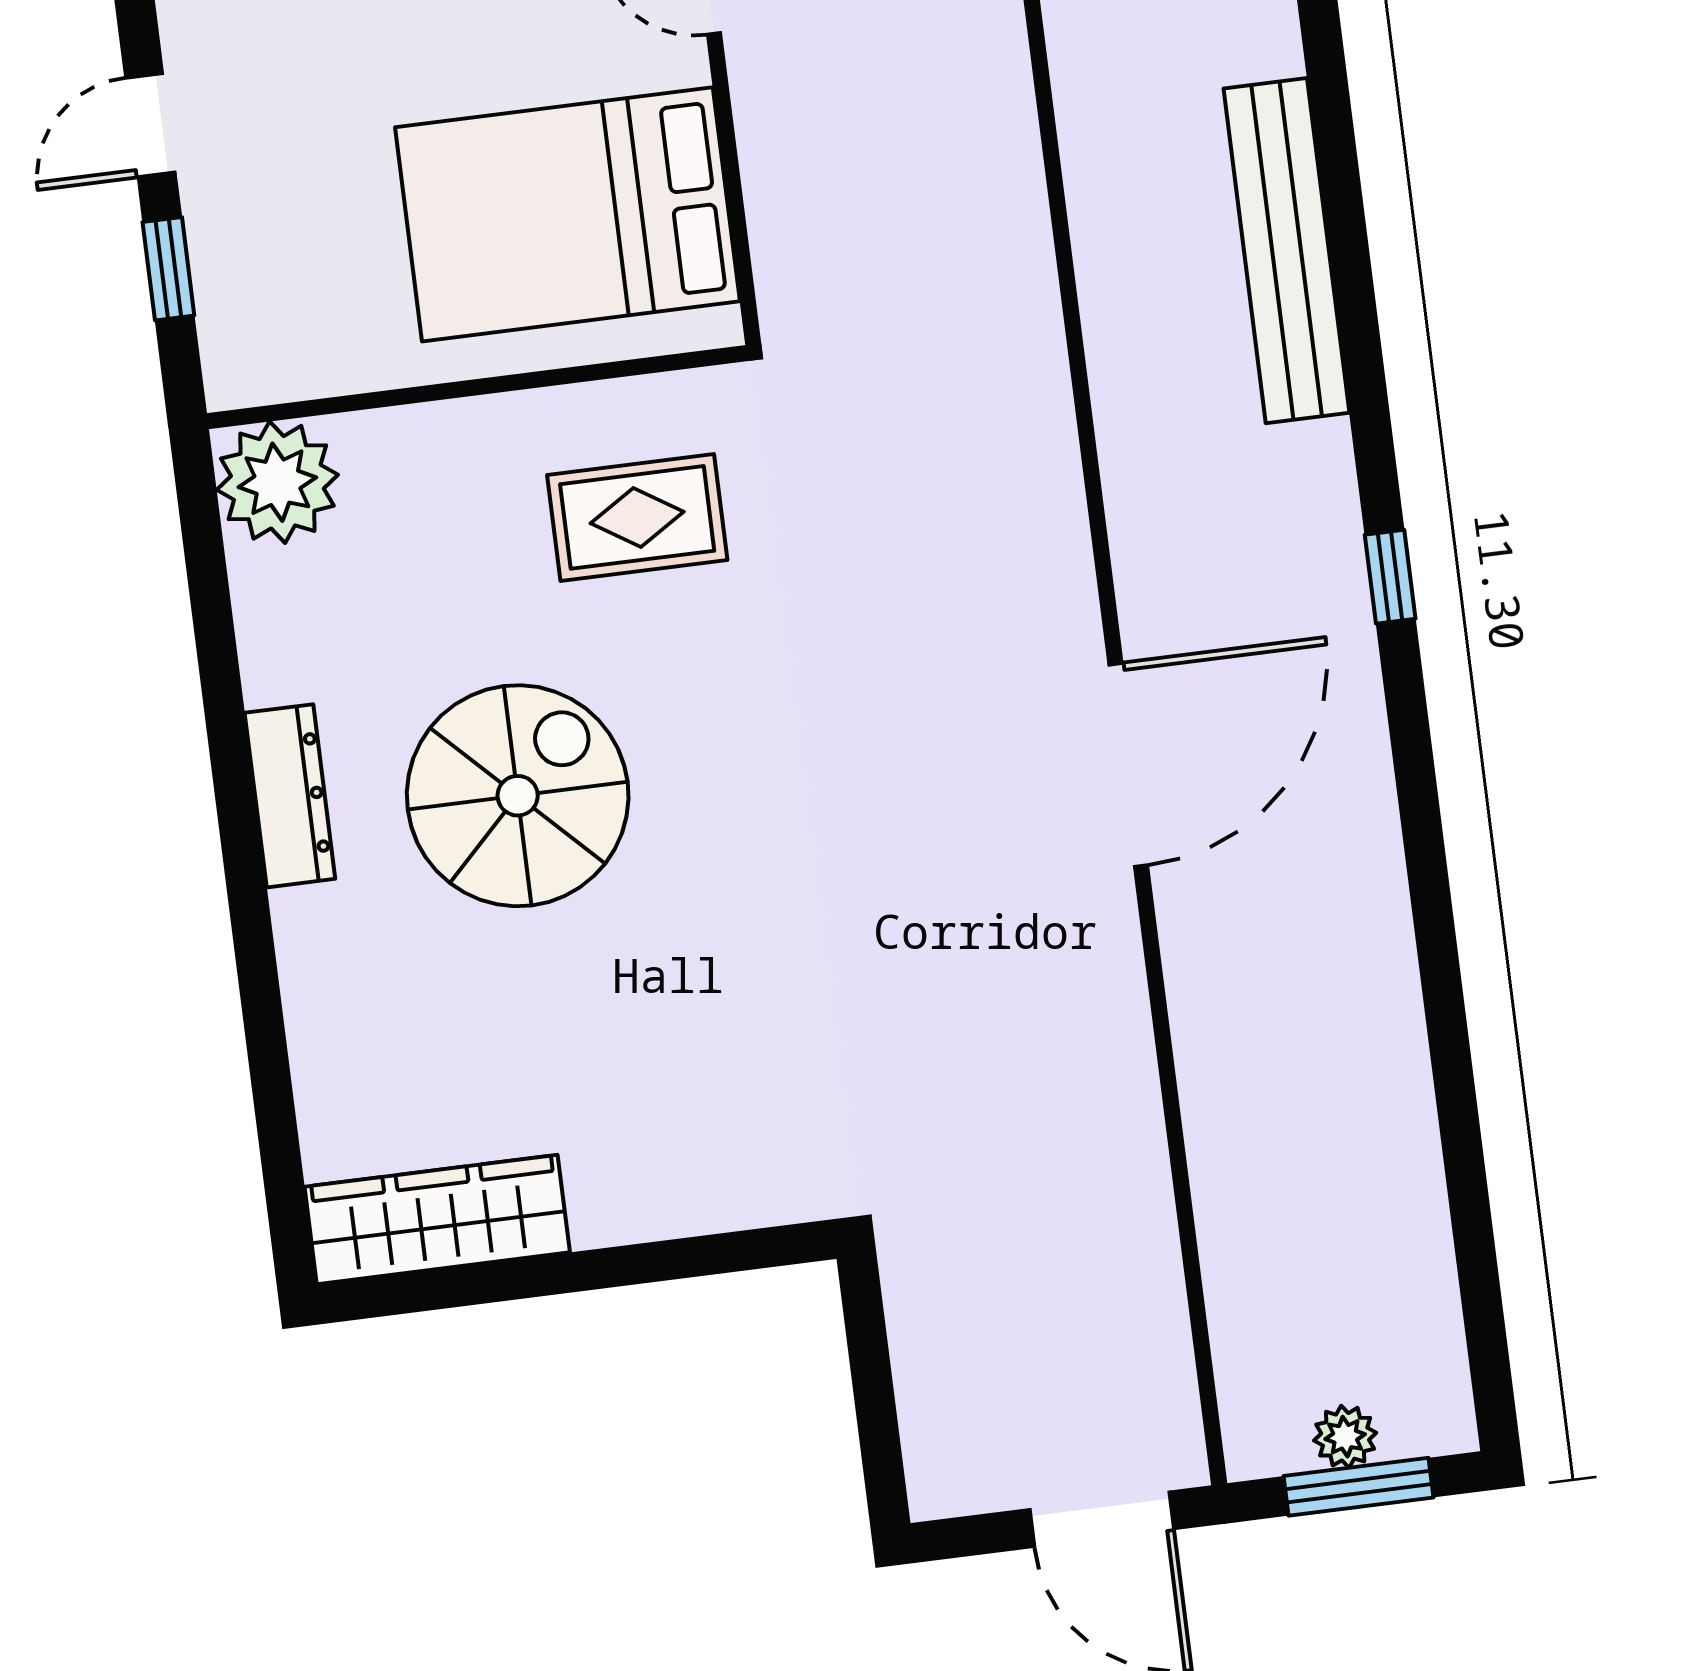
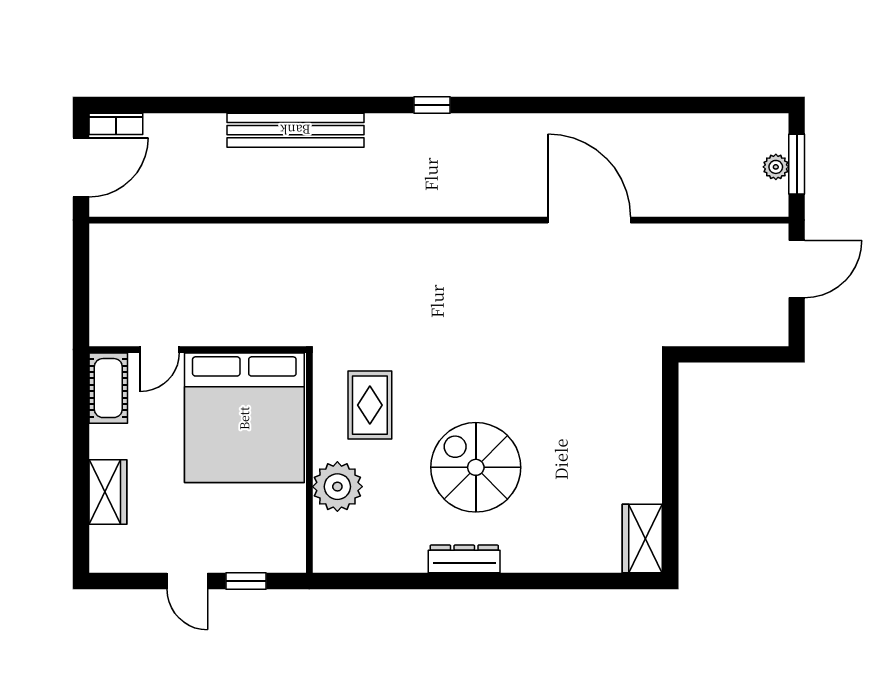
bed: (567, 214) -> (244, 418), width x1.36
plant: (277, 482) -> (337, 487), moved
door: (1128, 765) -> (589, 220), moved
wardrobe: (437, 1220) -> (642, 538), width x0.67

